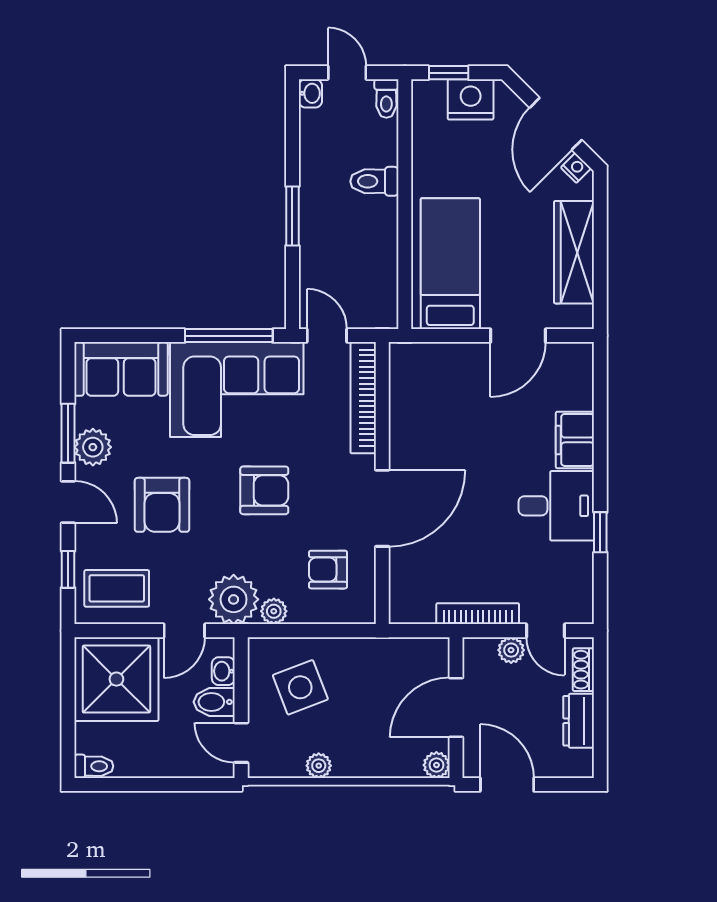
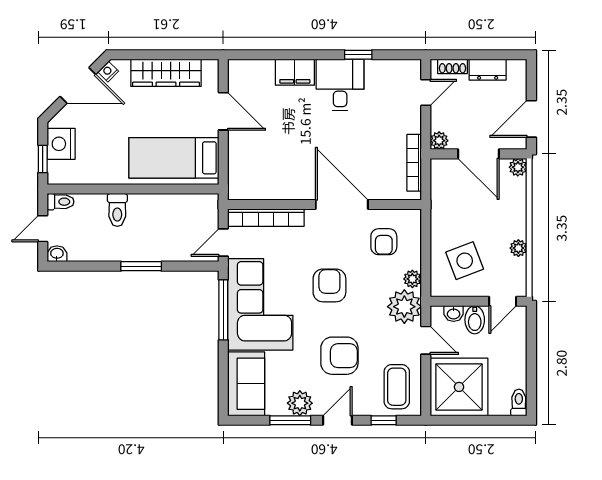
bookcase: (478, 614) -> (414, 163), moved
plant: (511, 650) -> (439, 141), moved

